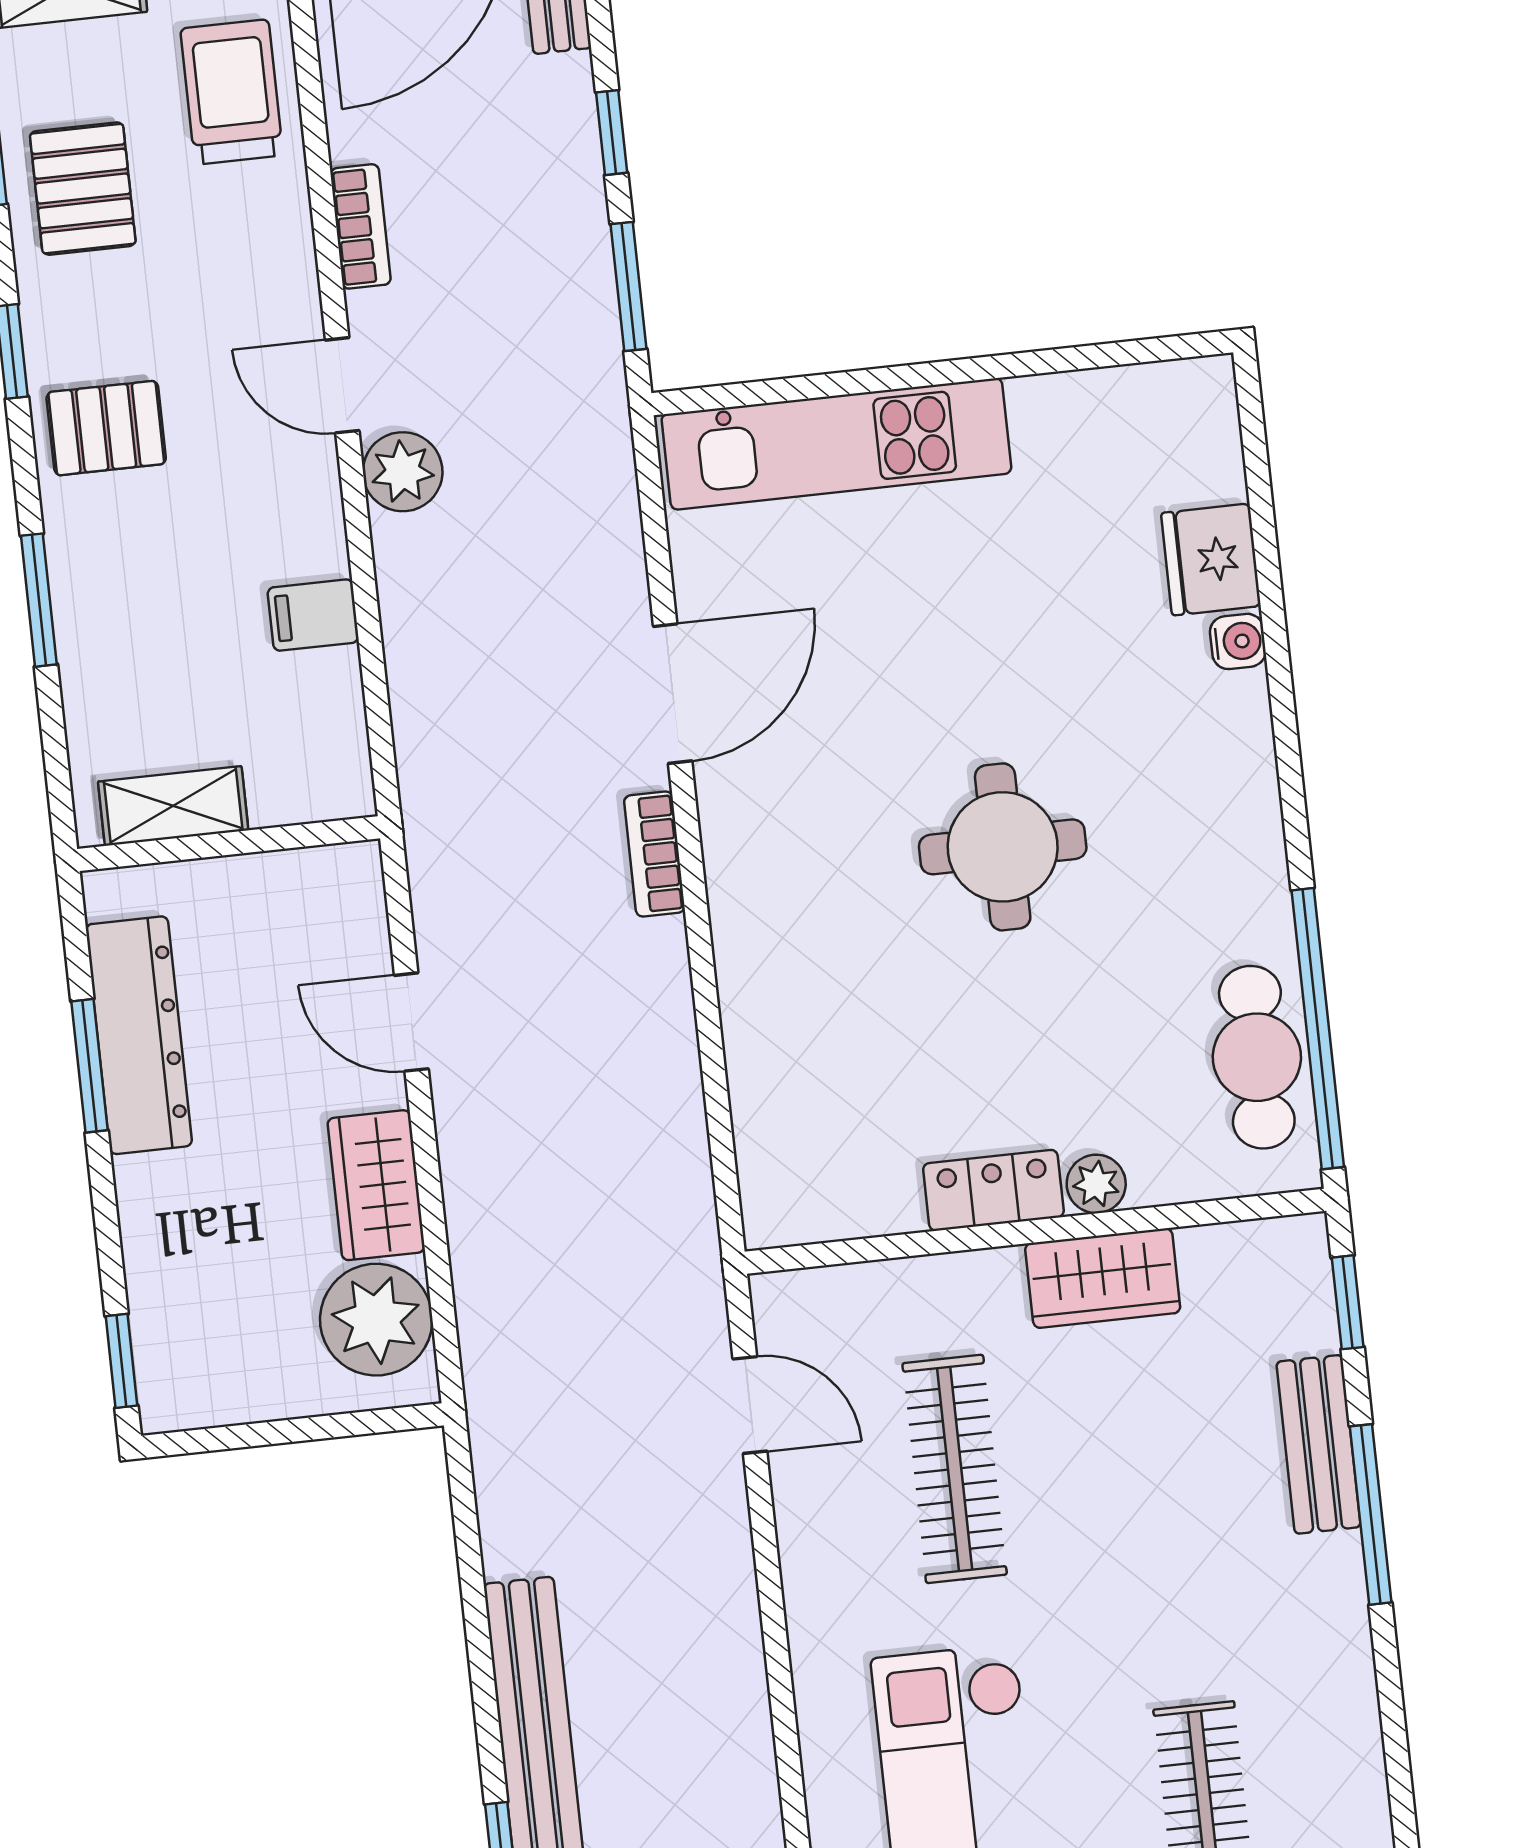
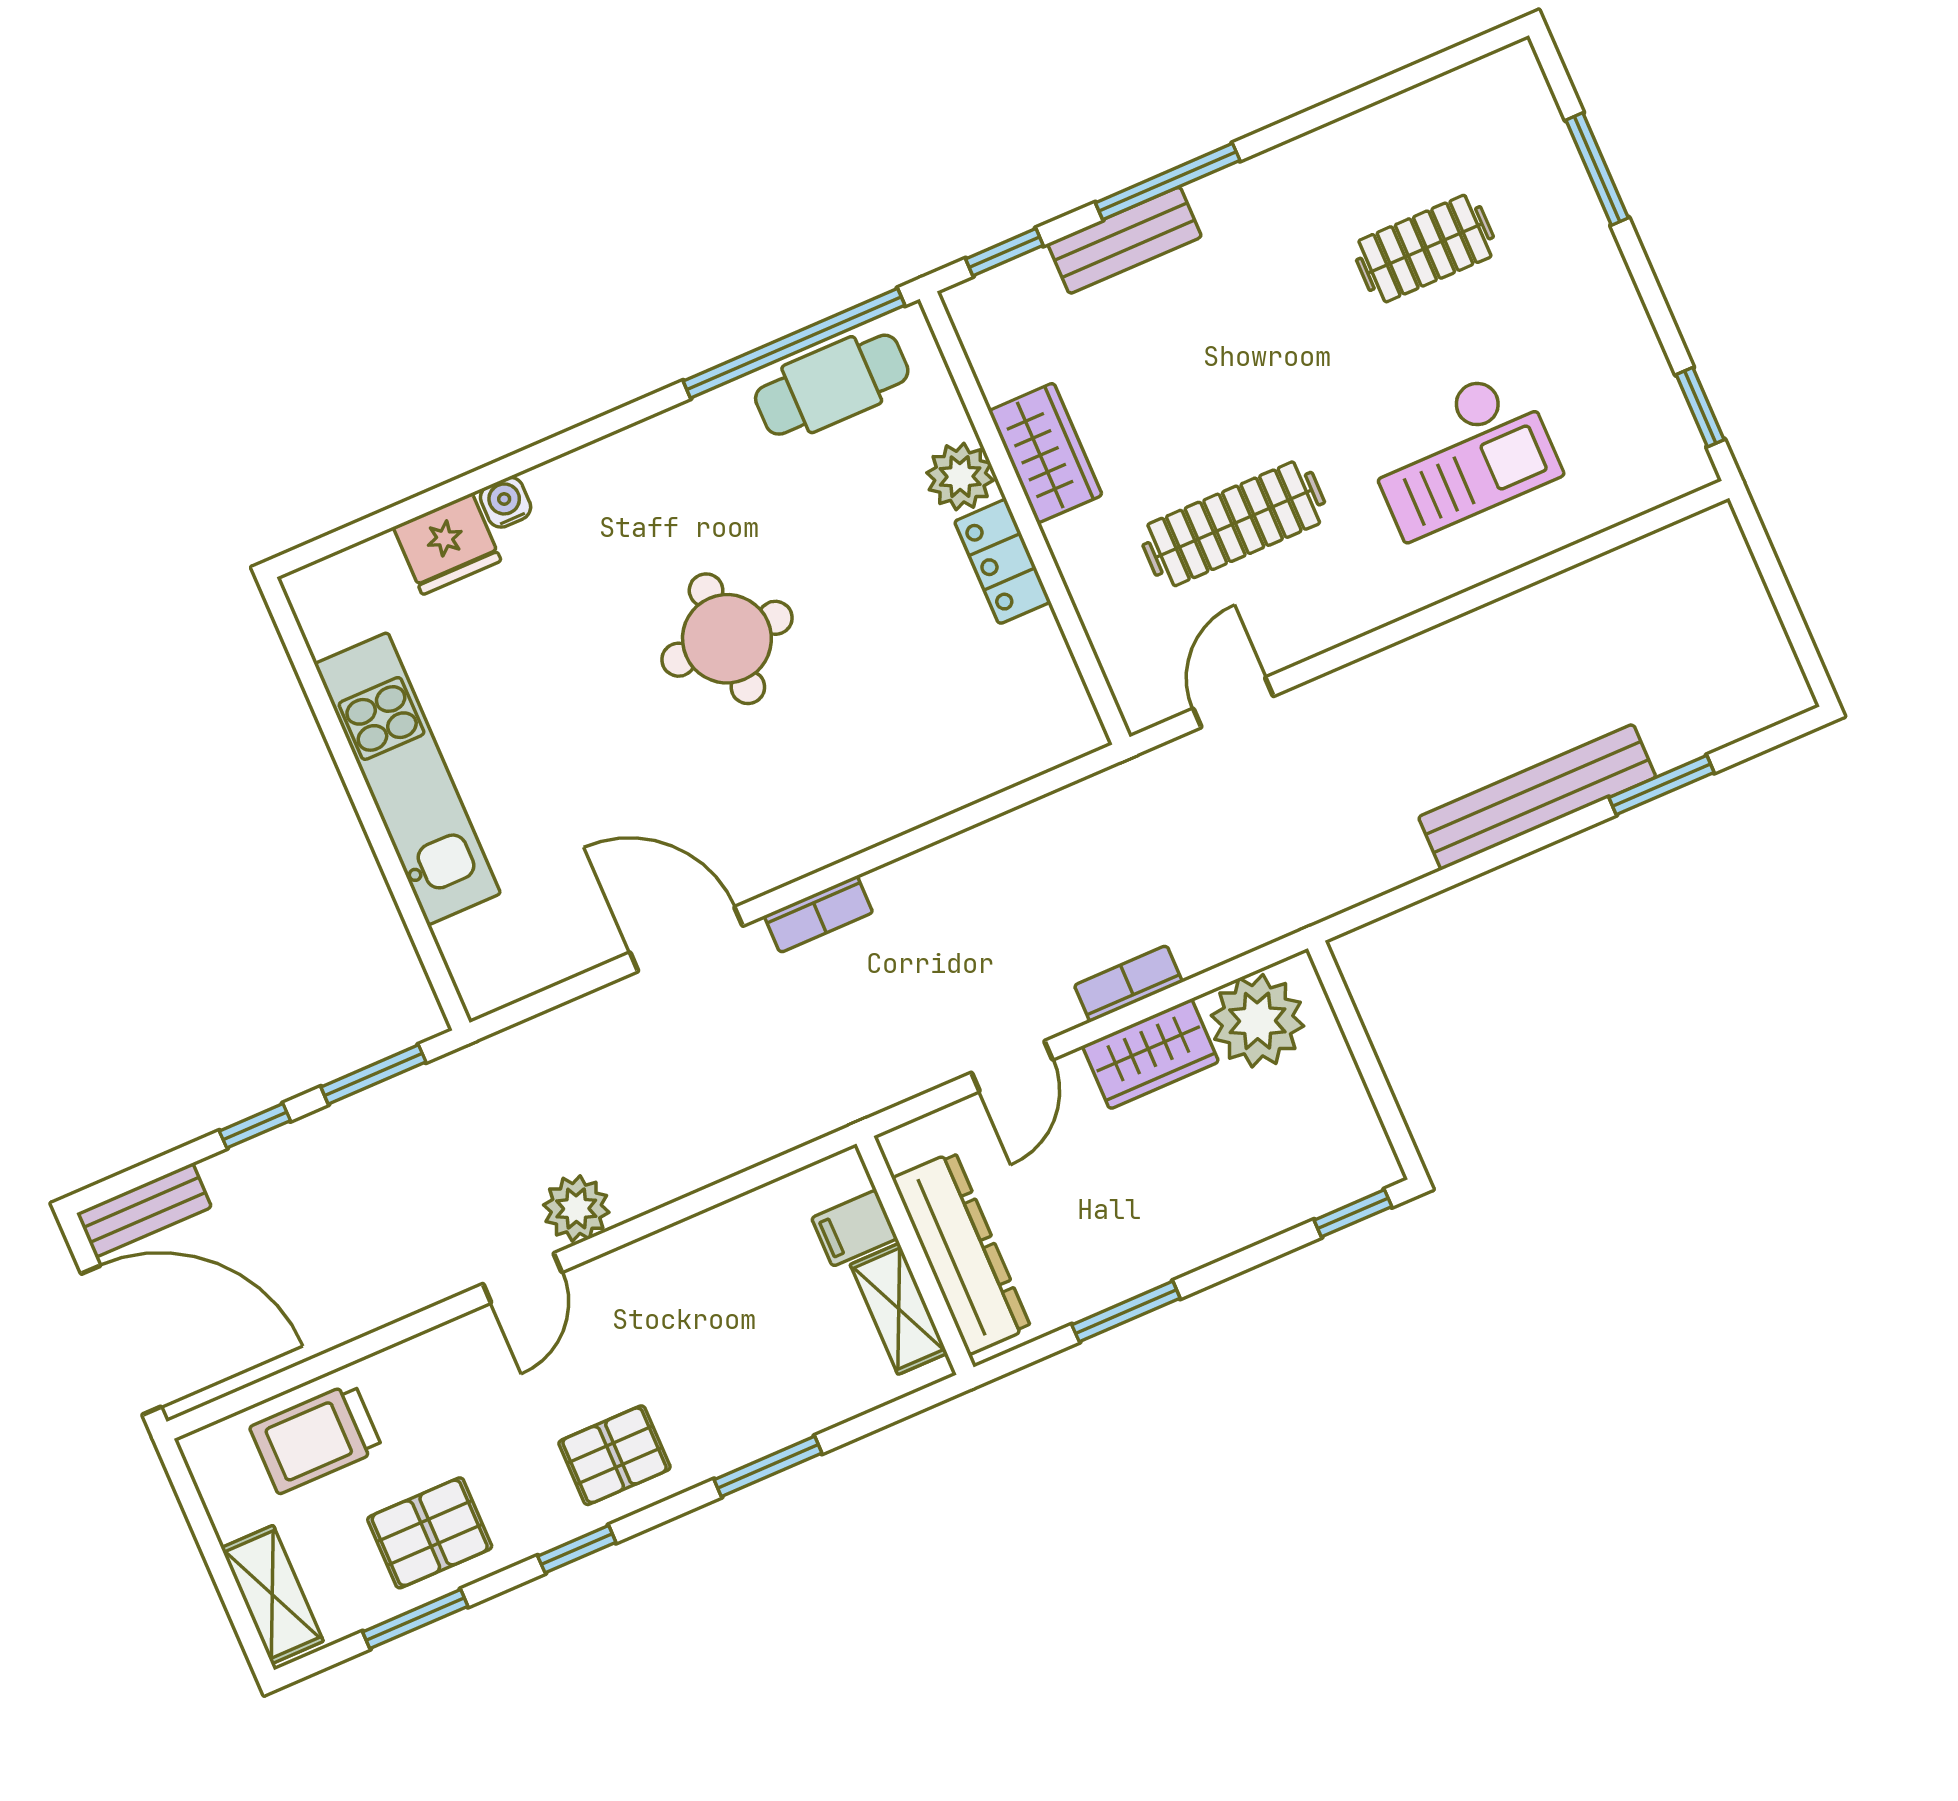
bookcase: (361, 226) -> (1128, 984), moved
pallet: (106, 428) -> (615, 1455), turned 90
kitchen unit: (836, 444) -> (408, 779), moved
filing cabinet: (313, 615) -> (854, 1228), moved, turned 90
dresser: (139, 1035) -> (962, 1253), moved, turned 90
plant: (1096, 1184) -> (960, 477), width x1.38, depth x1.38

